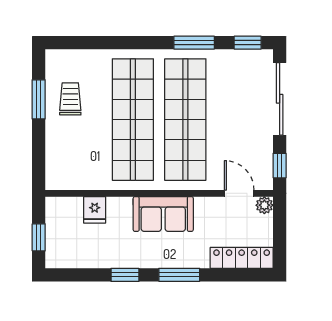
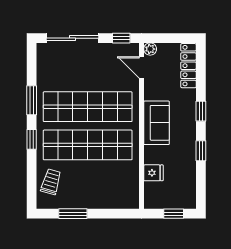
window: (248, 43) -> (32, 139), moved
trolley: (70, 99) -> (51, 182), moved, turned 106
door: (239, 193) -> (141, 67), hinge flipped
window: (179, 275) -> (201, 111), width x0.67

